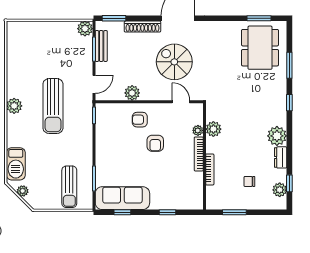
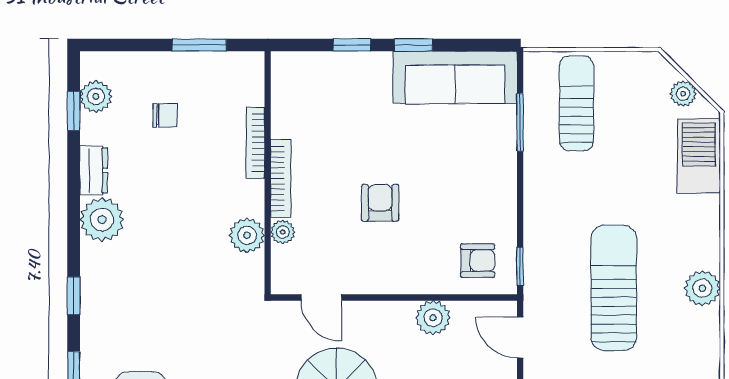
door: (94, 84) -> (520, 338), hinge flipped
armchair: (140, 120) -> (478, 261), moved
window: (122, 212) -> (414, 45), moved

